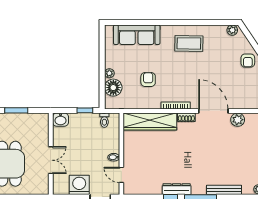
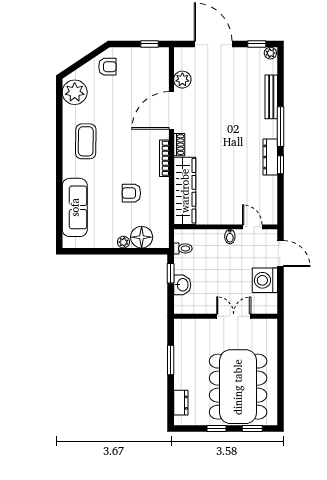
plant: (232, 30) -> (75, 92), width x1.88, depth x1.88
washbasin: (60, 120) -> (182, 285), moved
door: (121, 175) -> (252, 227), swing flipped

